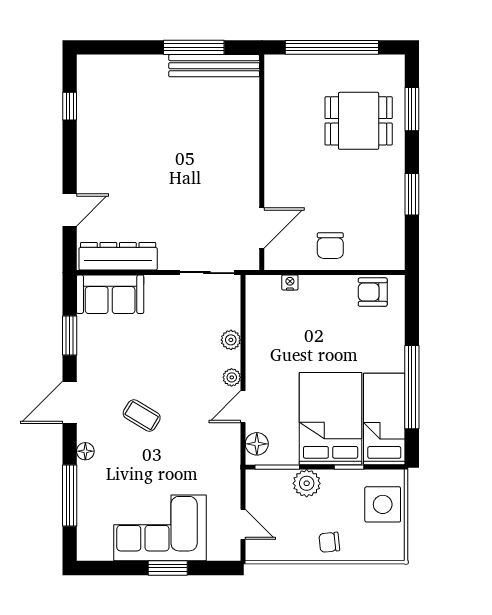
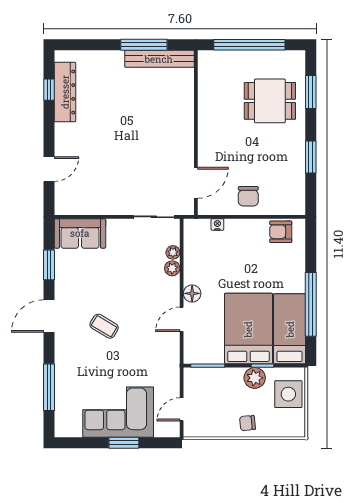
dresser: (118, 256) -> (65, 92), moved, turned 90
plant: (232, 377) -> (173, 252), moved
floor lamp: (257, 444) -> (192, 293), moved
floor lamp: (85, 451) -> (61, 353), removed
plant: (307, 483) -> (255, 378), moved
door: (243, 524) -> (182, 409), swing flipped

